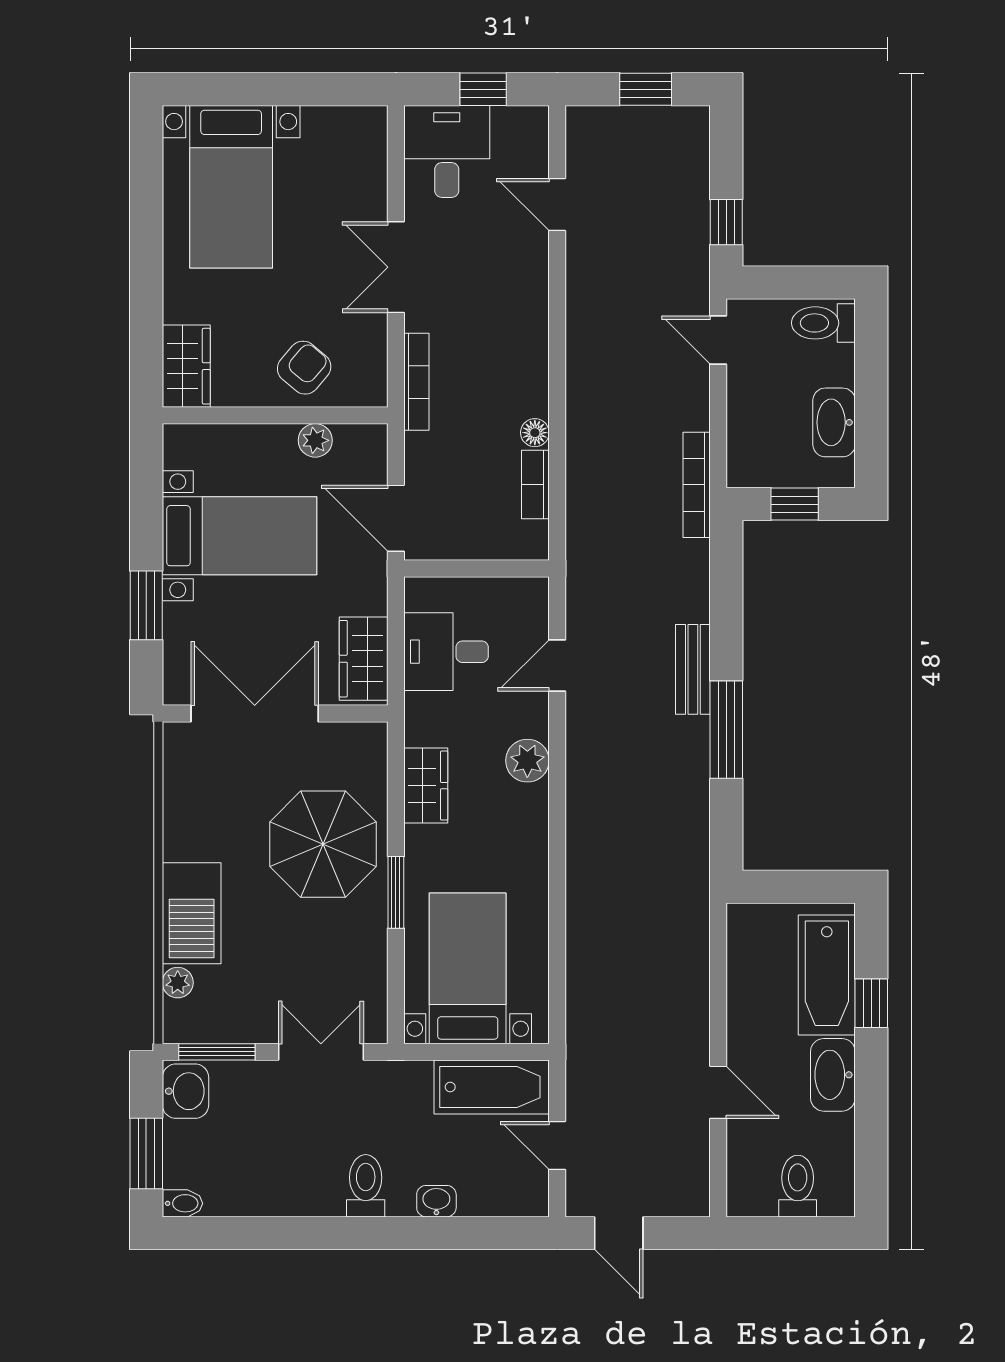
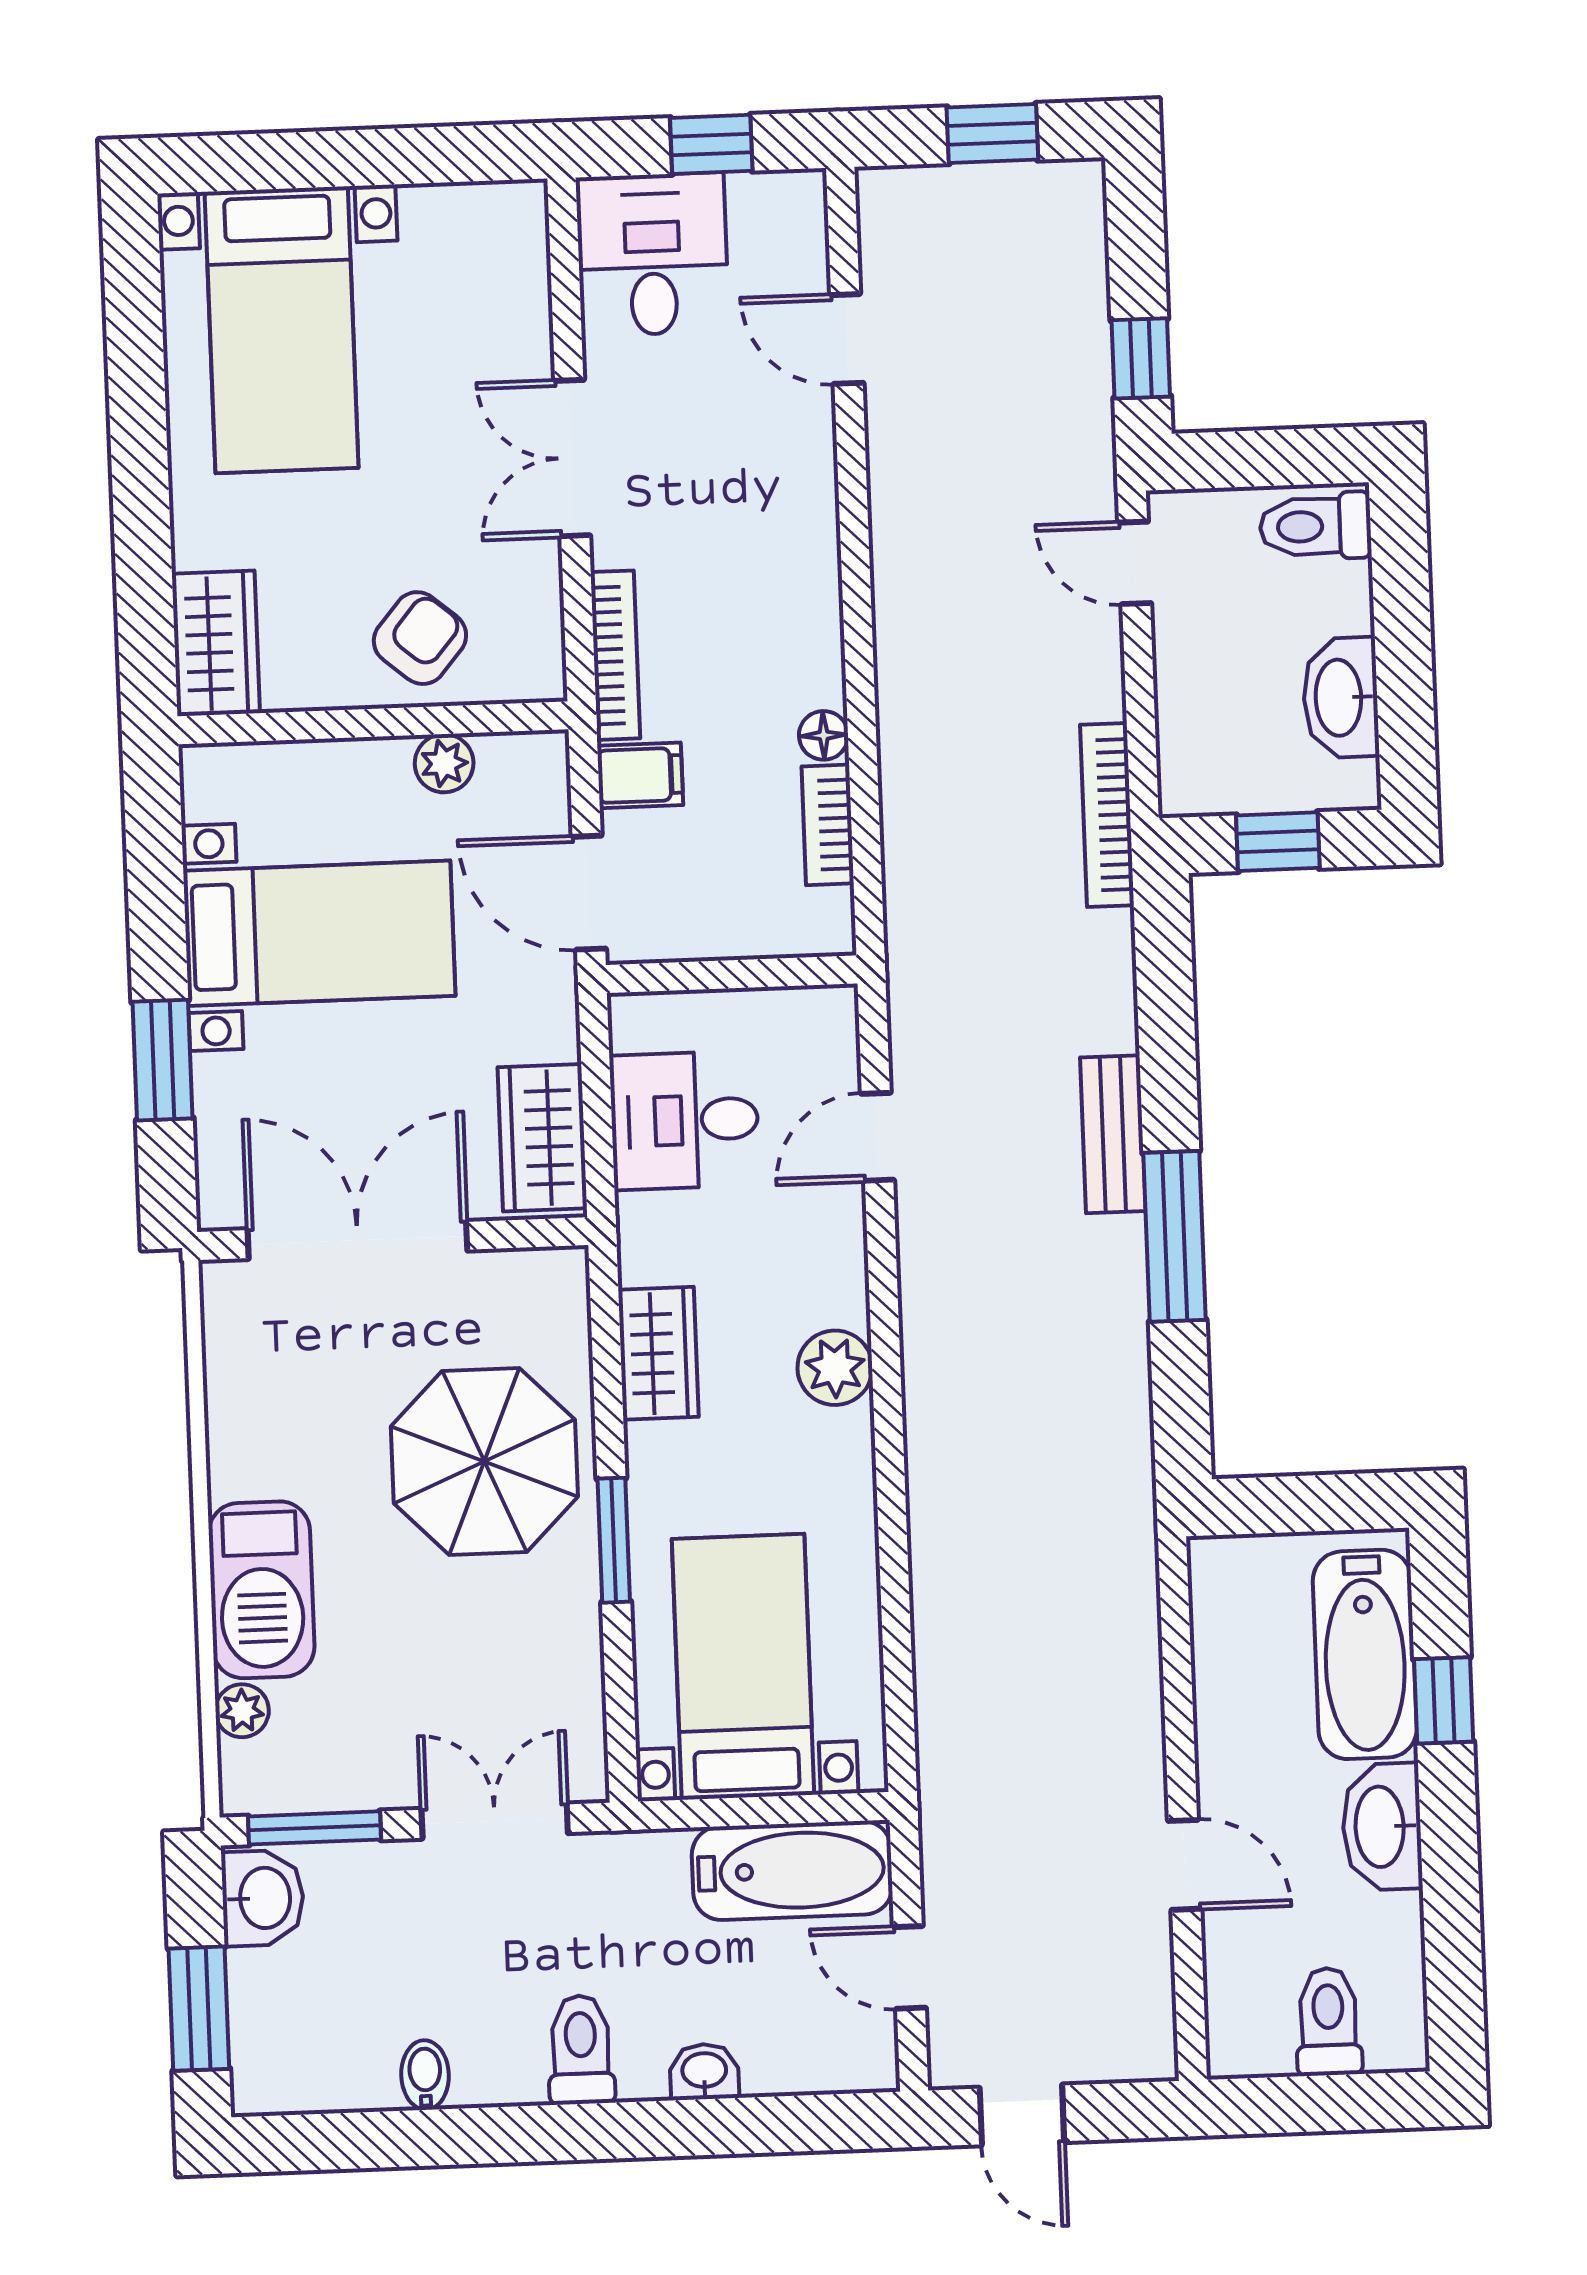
filing cabinet: (428, 452) -> (640, 775), added
plant: (527, 761) -> (835, 1368), moved
bidet: (182, 1203) -> (425, 2075), moved, turned -90

